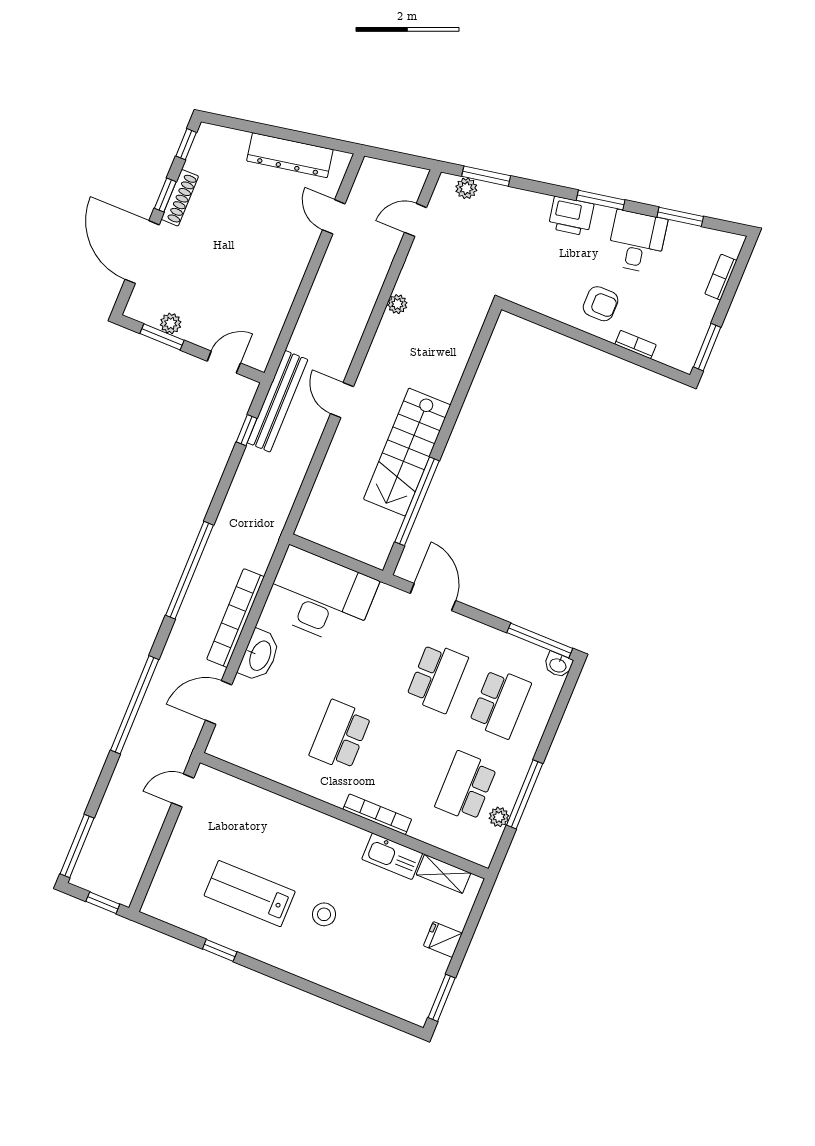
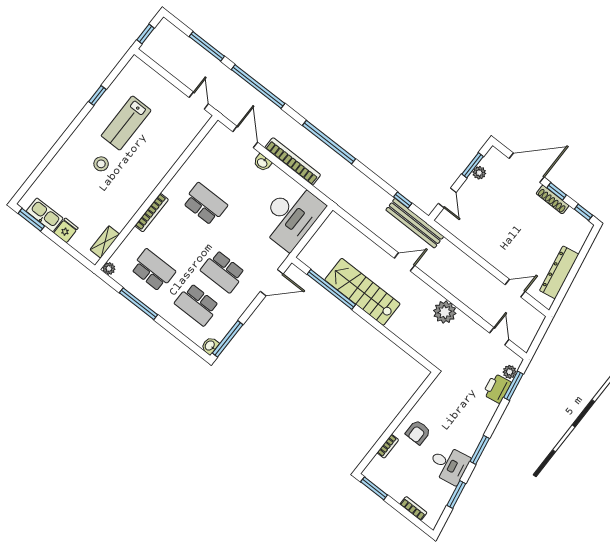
printer: (571, 216) -> (497, 388), moved
plant: (397, 304) -> (445, 312), width x1.88, depth x1.88
washbasin: (259, 655) -> (262, 163), width x0.52, depth x0.69
plant: (499, 817) -> (109, 269), moved
window: (77, 846) -> (207, 46), moved
kitchen sink: (392, 856) -> (45, 215), moved, turned 90
lab bench: (250, 894) -> (126, 123), turned 180

